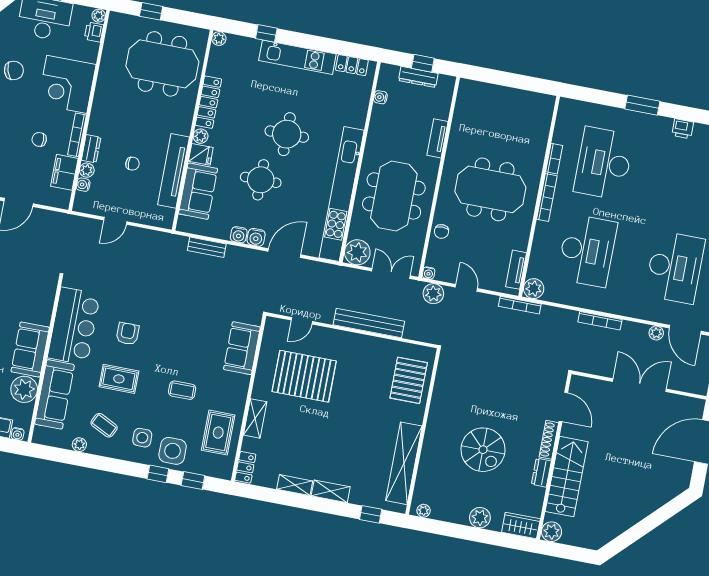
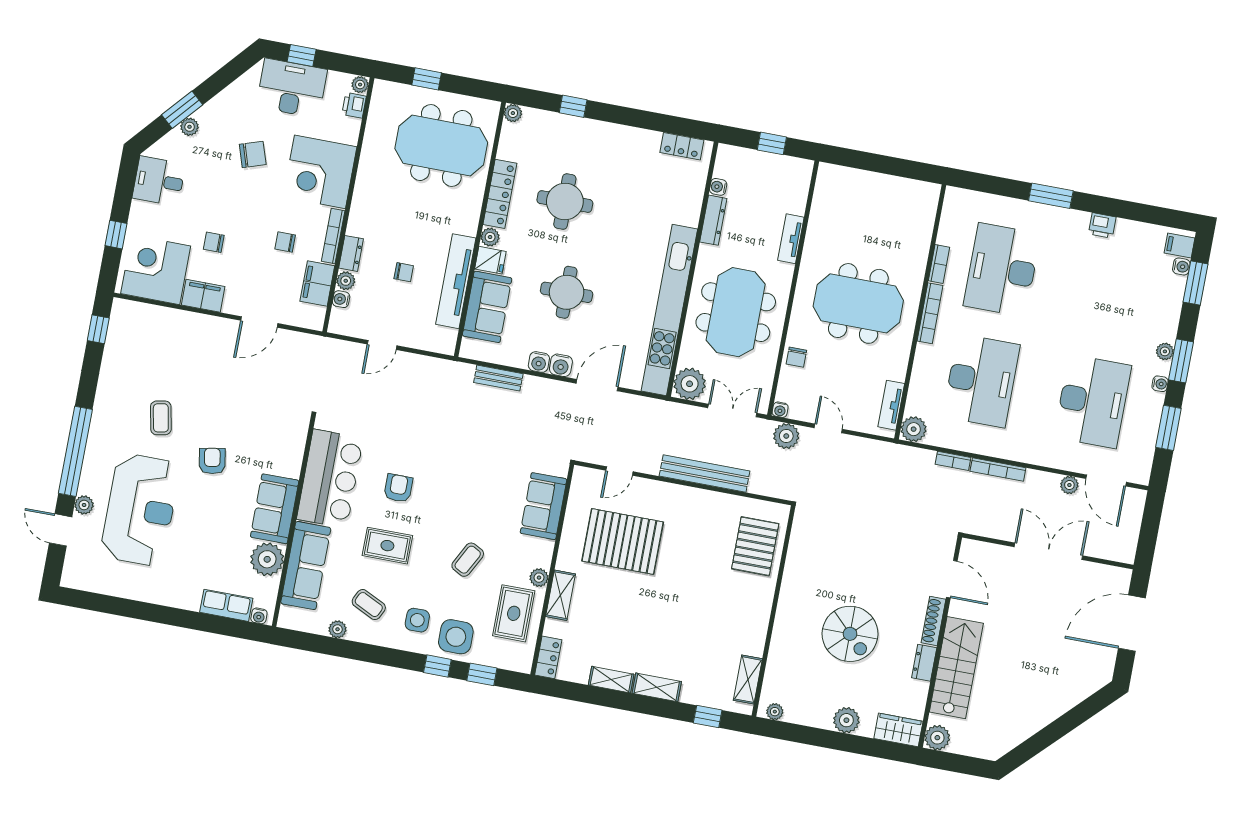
kitchen unit: (297, 57) -> (613, 136), removed
dresser: (418, 77) -> (713, 220), moved, turned -90
round table: (287, 134) -> (565, 202), moved
bookcase: (520, 305) -> (953, 461), moved, width x0.64
coffee table: (182, 390) -> (468, 560), turned -62
plant: (238, 405) -> (539, 578), added
shelving: (404, 463) -> (748, 680), width x0.45, depth x0.75

